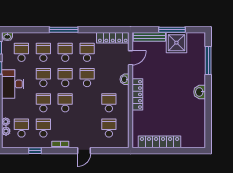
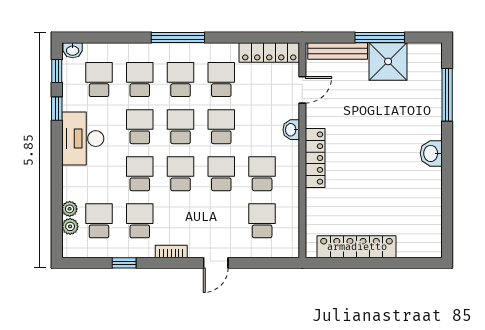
school desk: (87, 103) -> (221, 174), added

